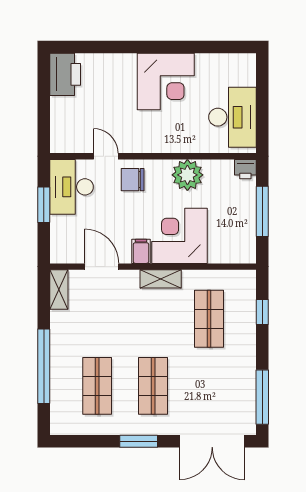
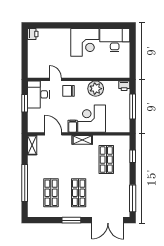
printer: (65, 74) -> (33, 34), width x0.53, depth x0.68
desk: (232, 117) -> (115, 40), moved, turned -90

